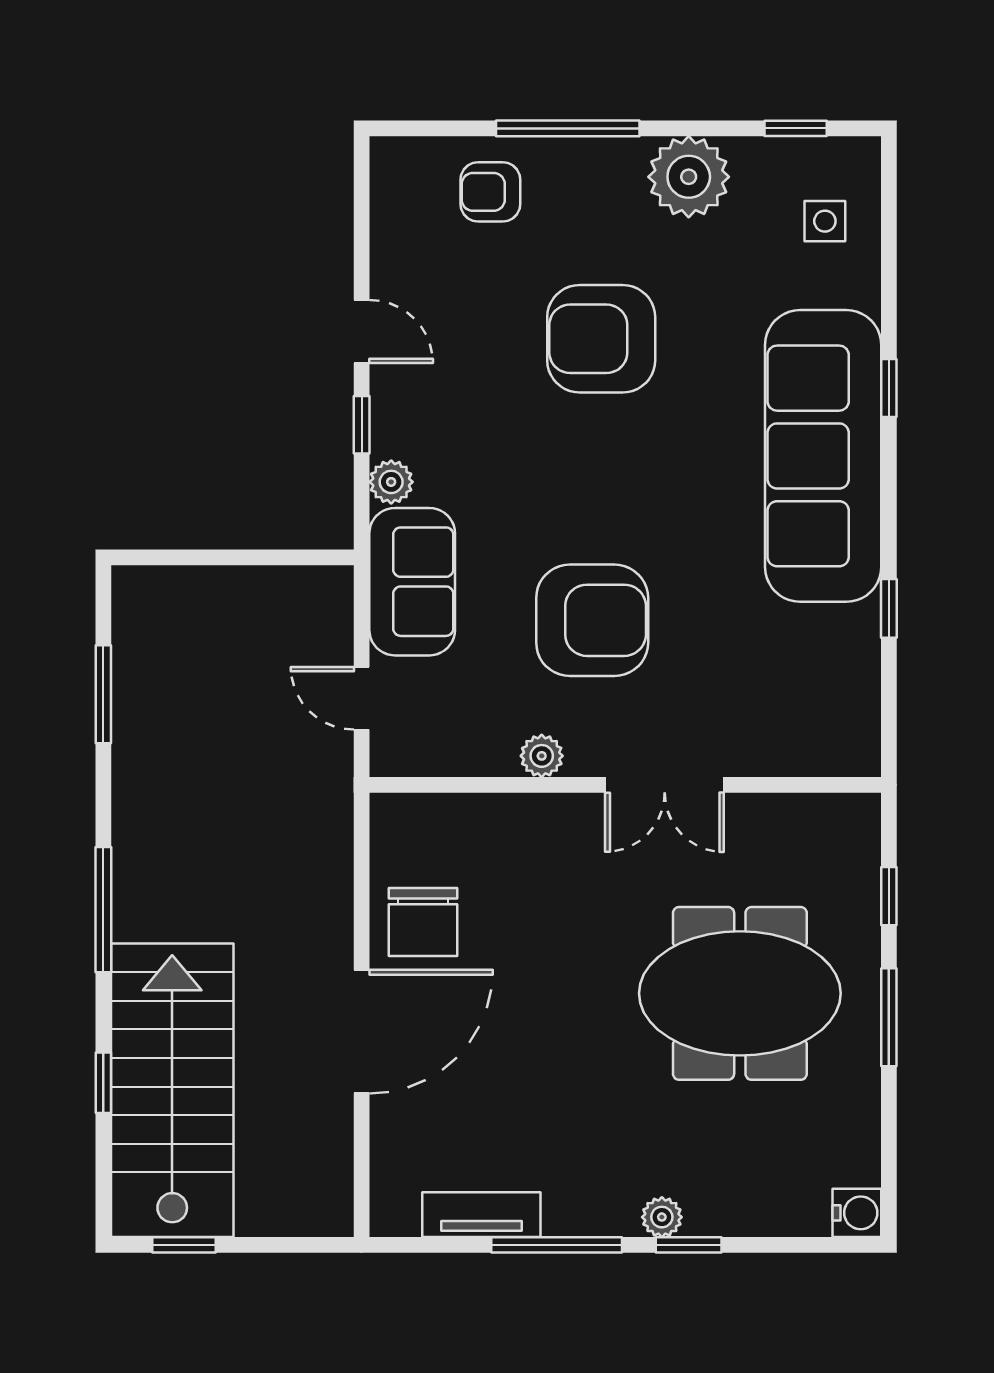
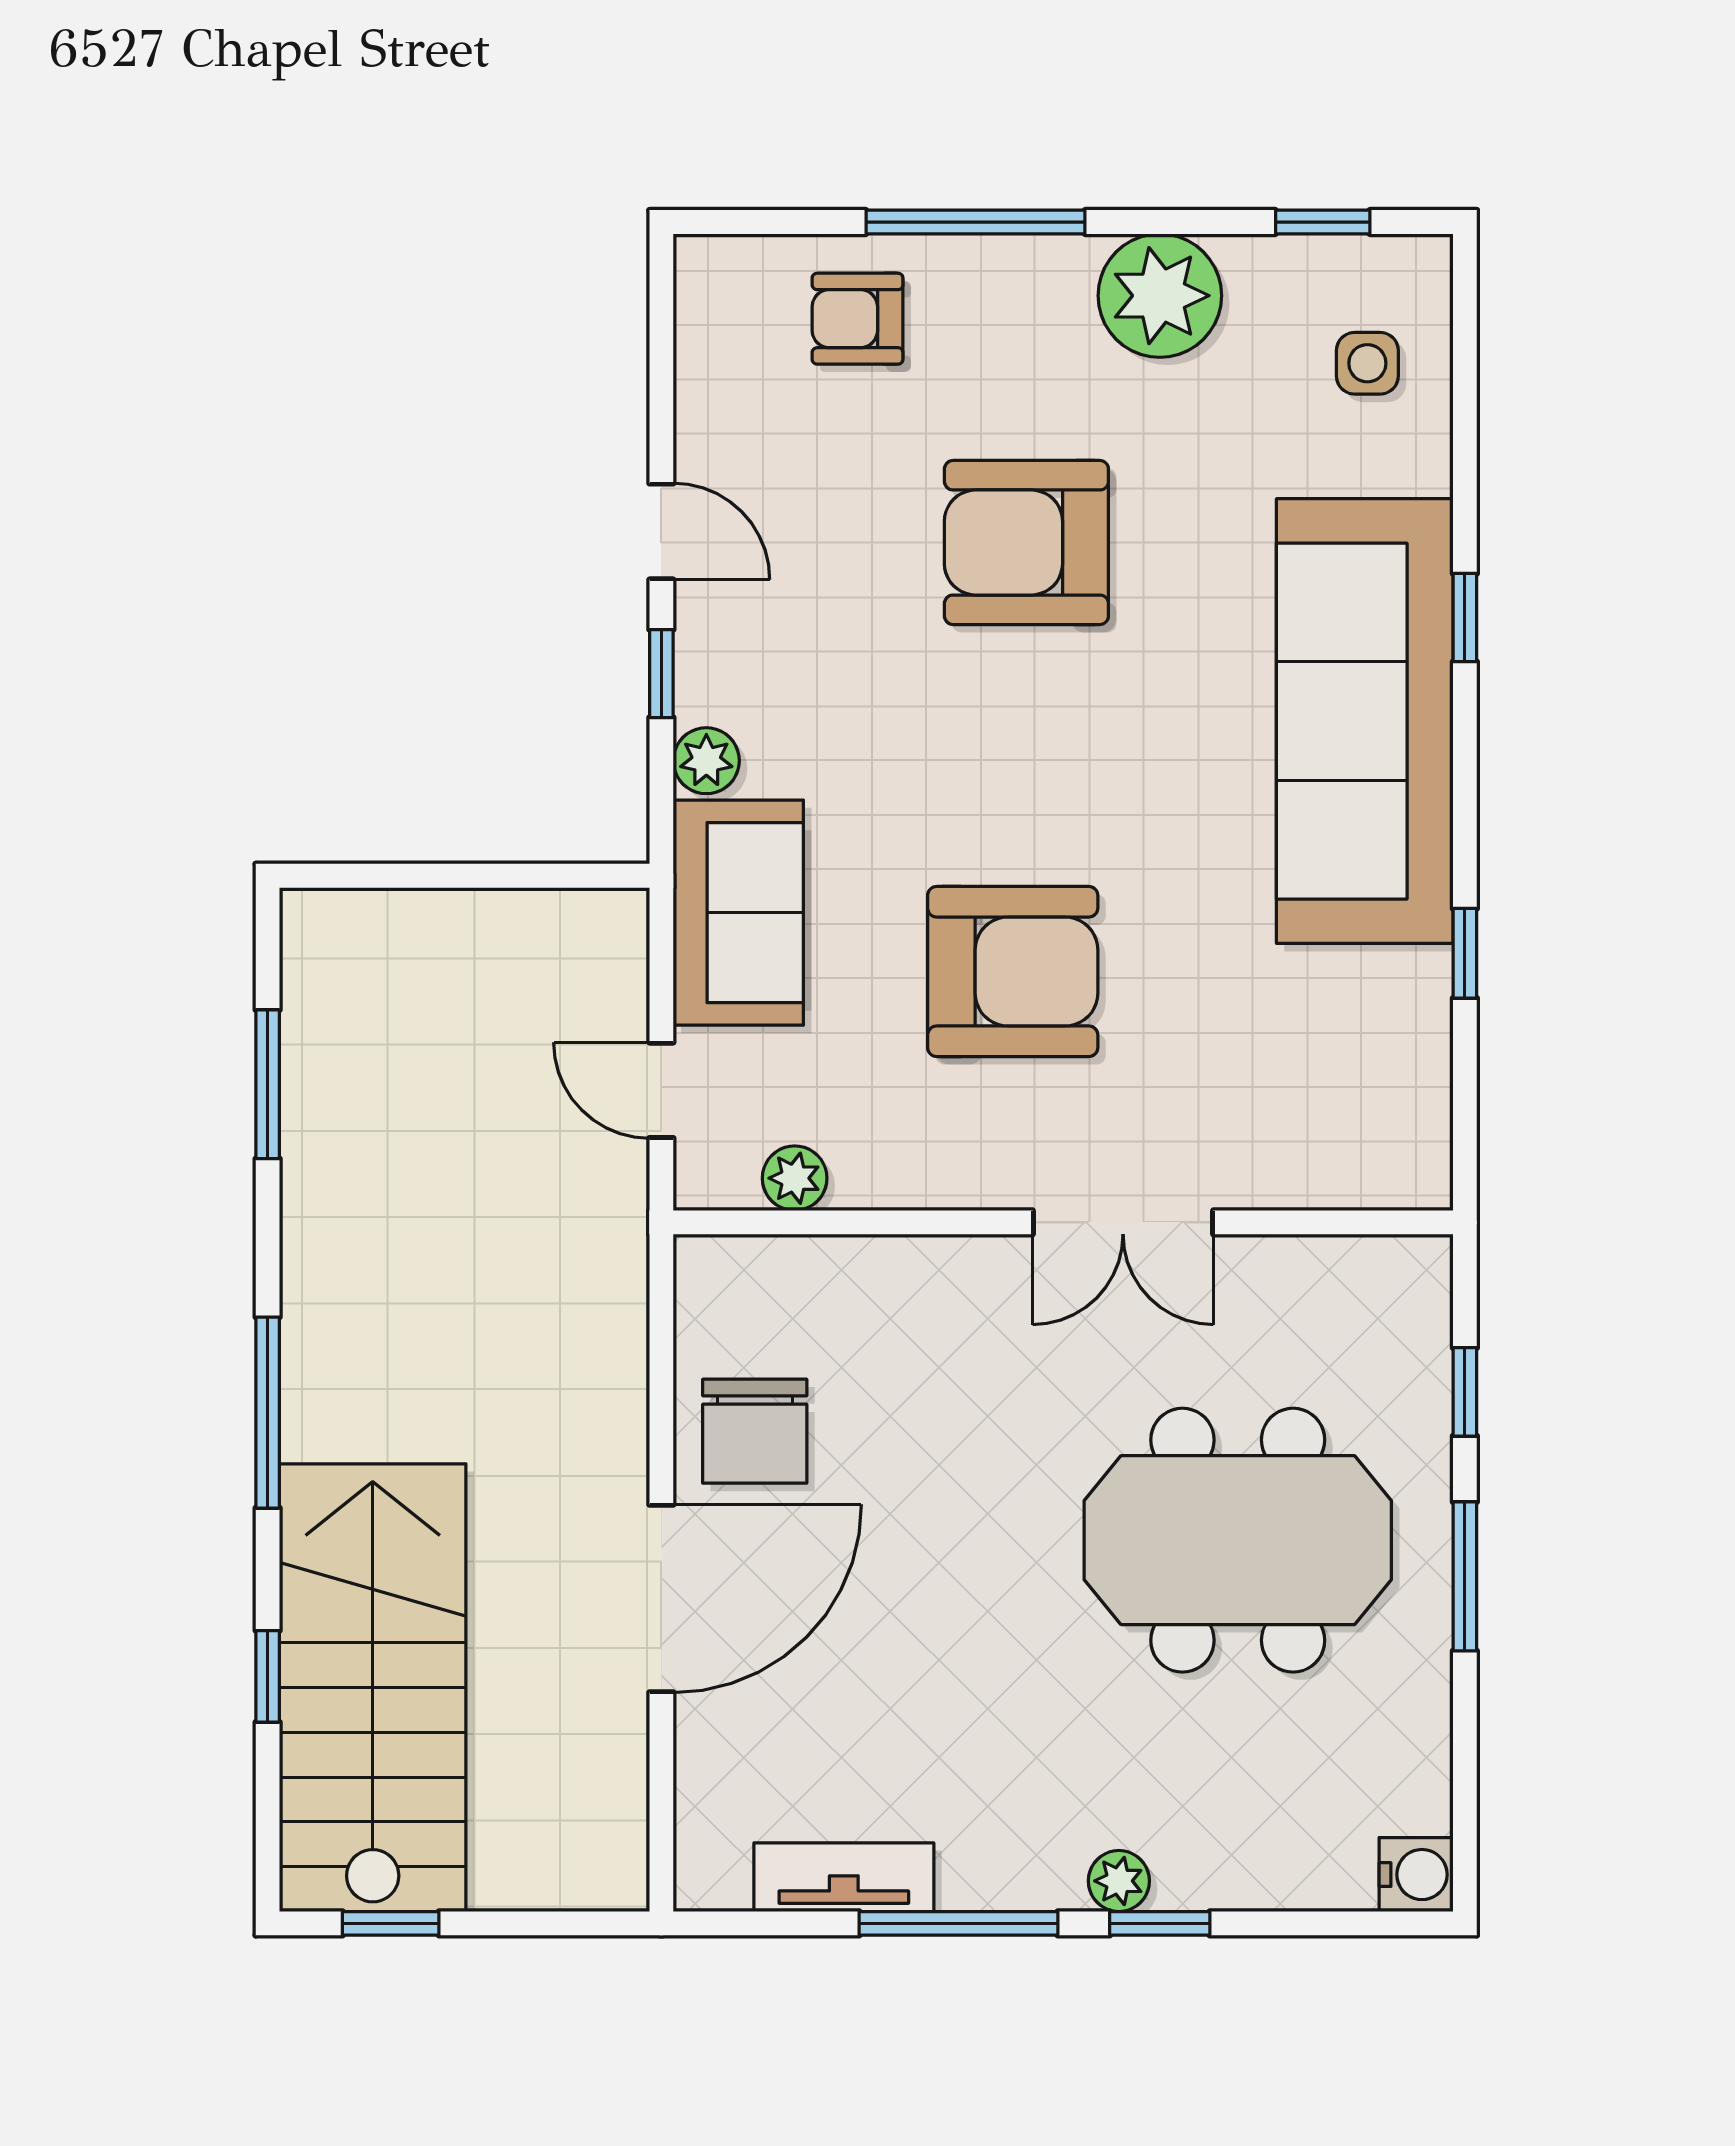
plant: (542, 756) -> (795, 1178), moved

